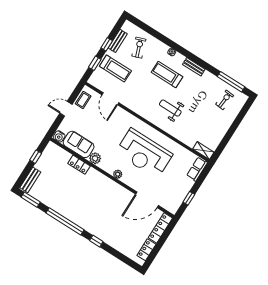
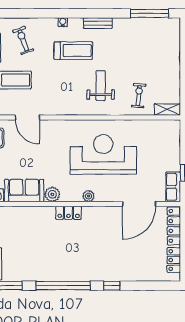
treadmill: (167, 74) -> (73, 51), turned 180
exercise bike: (225, 100) -> (139, 96), moved
weight bench: (170, 108) -> (101, 86), turned 90
reception desk: (144, 153) -> (103, 154), turned 180
locker: (79, 165) -> (69, 213), moved
row of seats: (197, 169) -> (173, 187), moved

